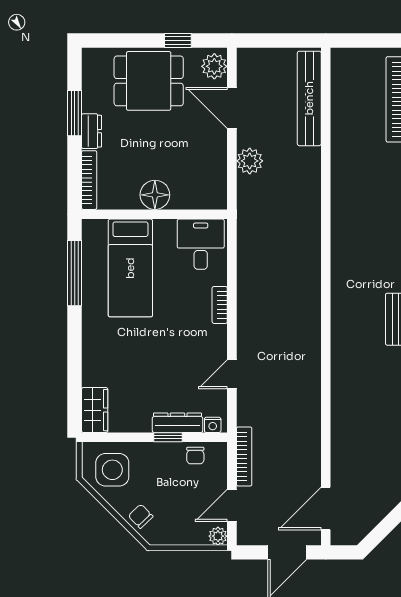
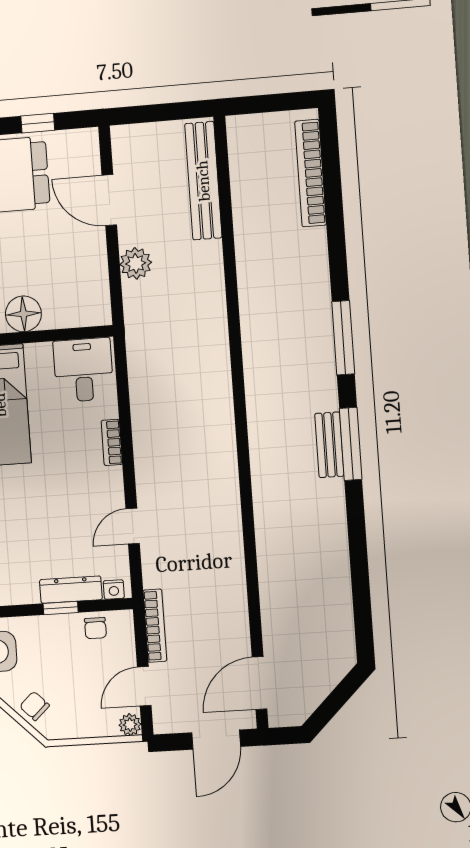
plant: (214, 66) -> (84, 151), removed

